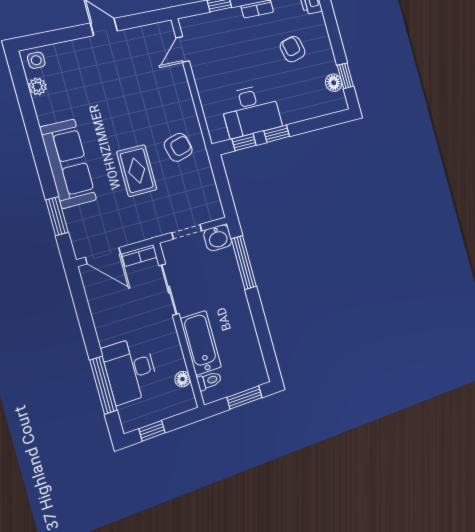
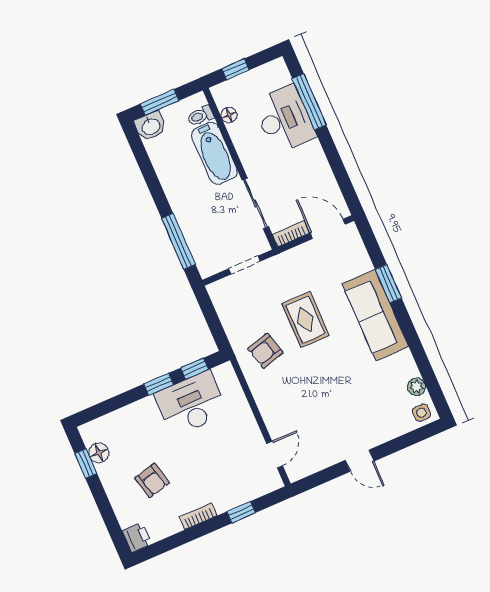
window: (57, 216) -> (388, 284), moved
washbasin: (218, 238) -> (151, 126), moved, turned 180
window: (152, 431) -> (235, 69), moved

